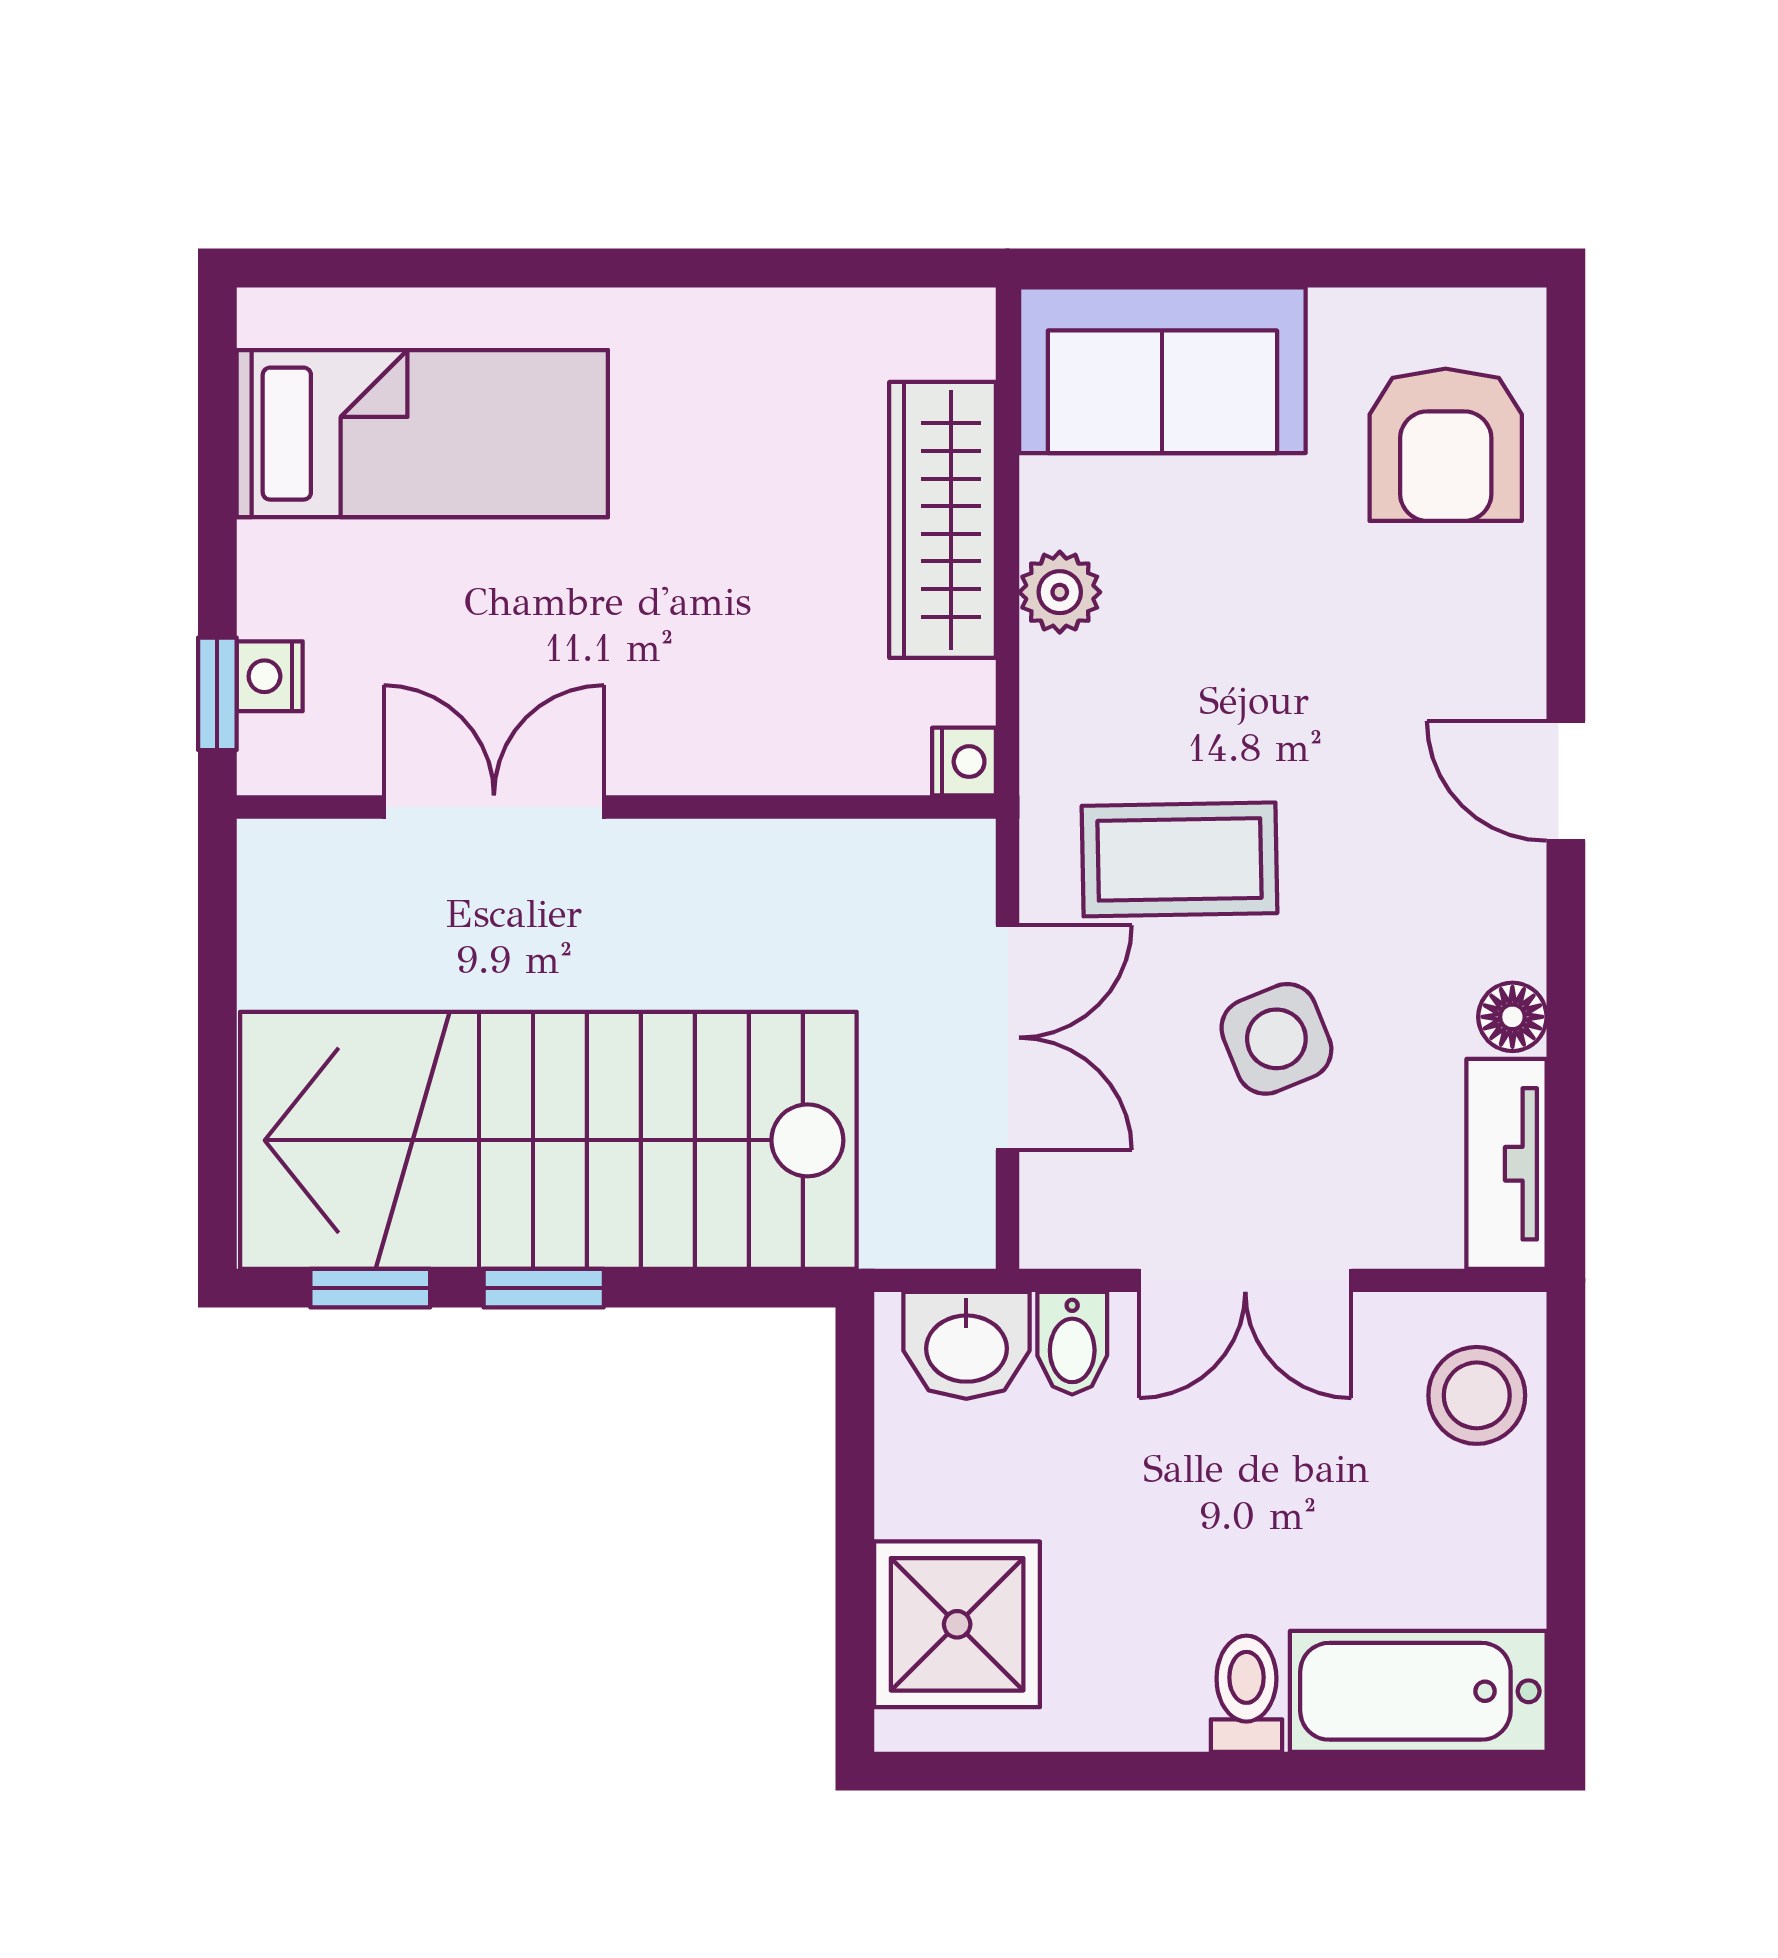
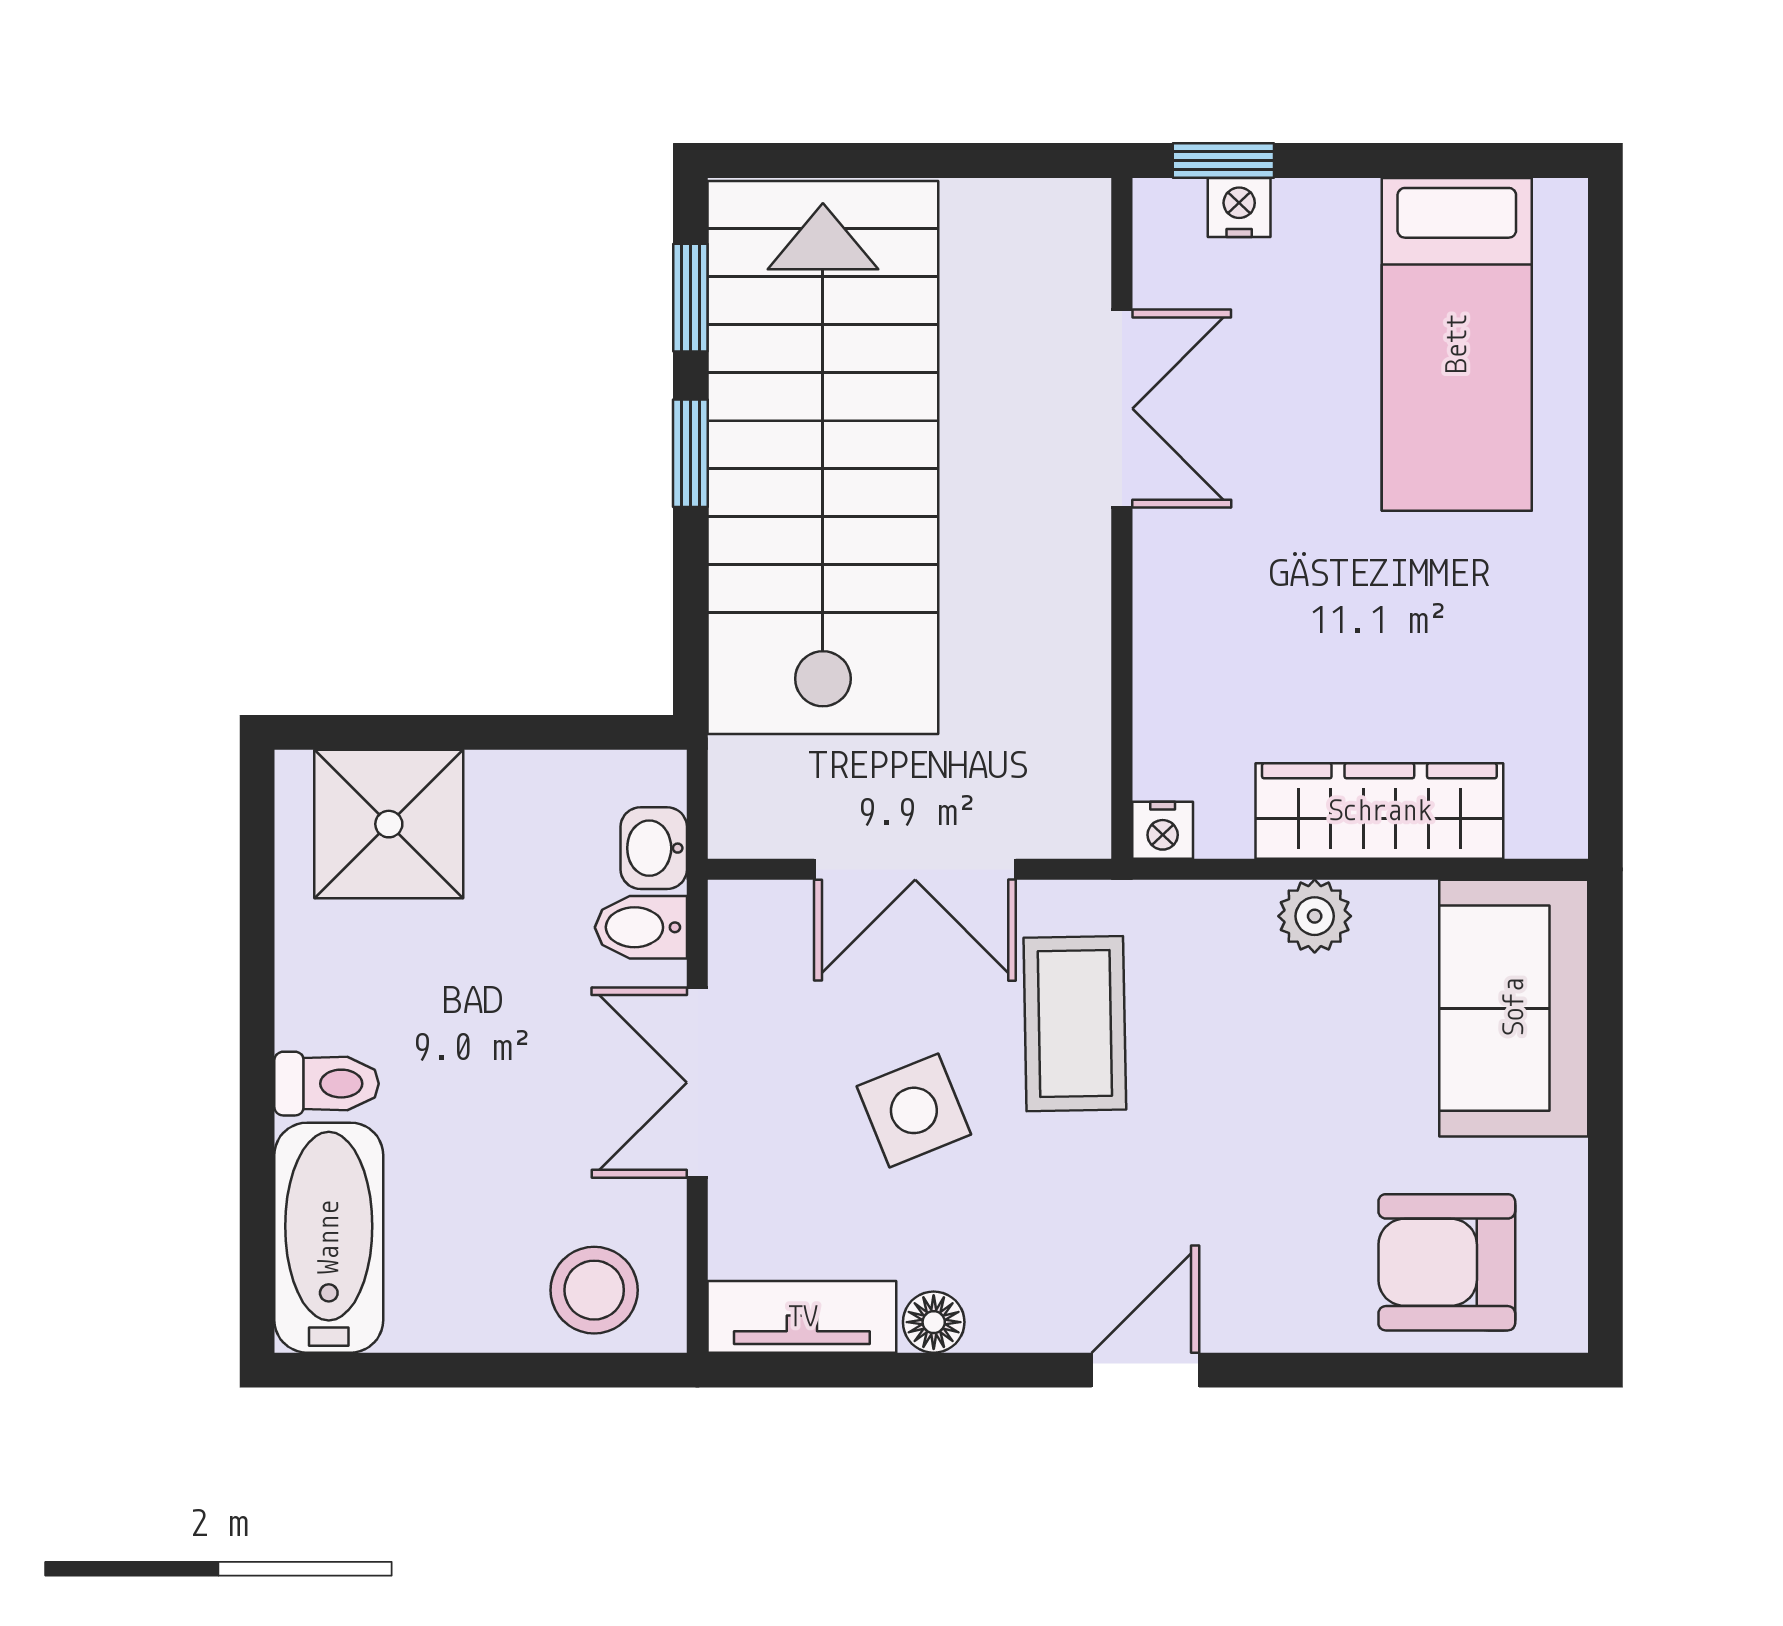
washbasin: (966, 1345) -> (654, 848), width x0.72, depth x0.69

